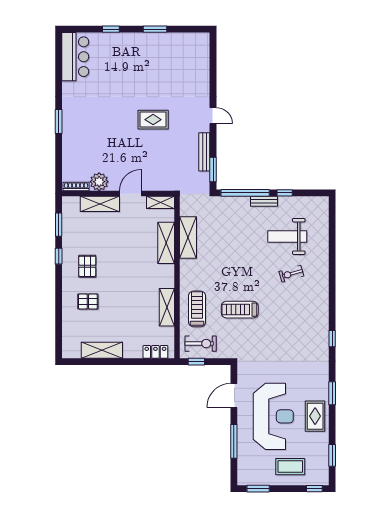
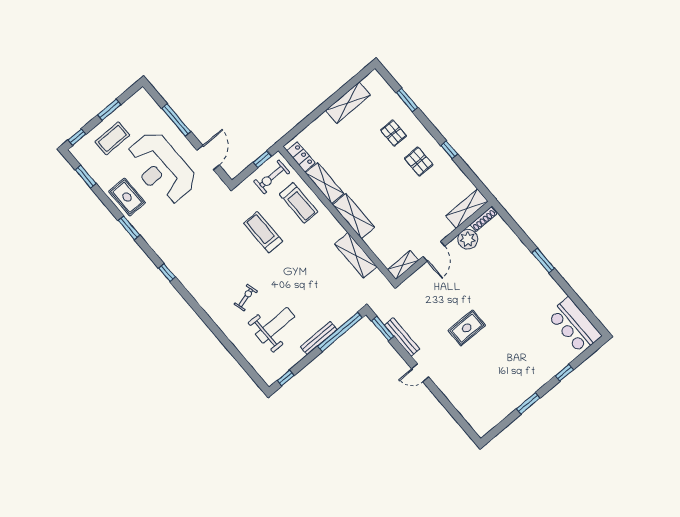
window: (285, 193) -> (286, 378), moved
bench: (264, 201) -> (319, 338), width x1.36
shelving: (100, 204) -> (467, 209), moved
window: (59, 225) -> (407, 100), moved
shelving: (166, 243) -> (354, 216), moved
pallet: (88, 301) -> (394, 133), turned 90
treadmill: (240, 310) -> (263, 232), turned -90
locker: (155, 352) -> (301, 157), moved, turned -90
window: (258, 489) -> (109, 110), moved

